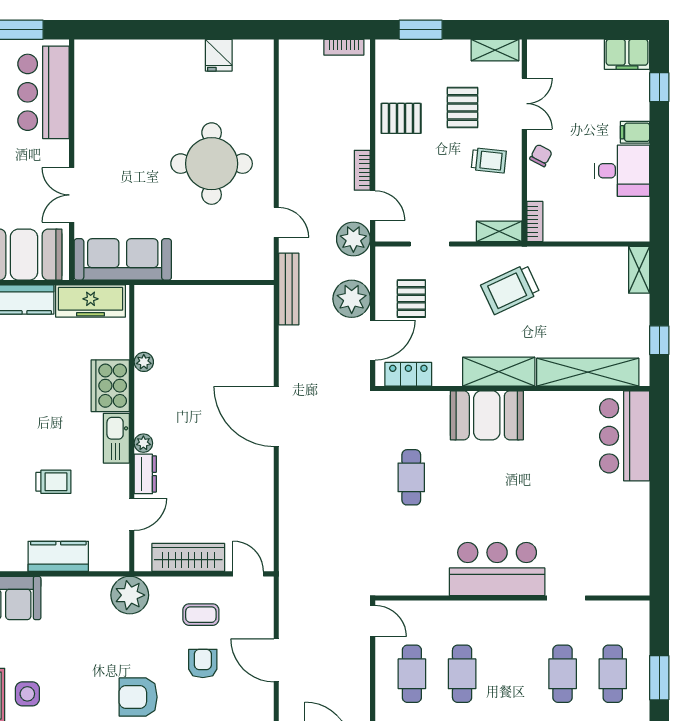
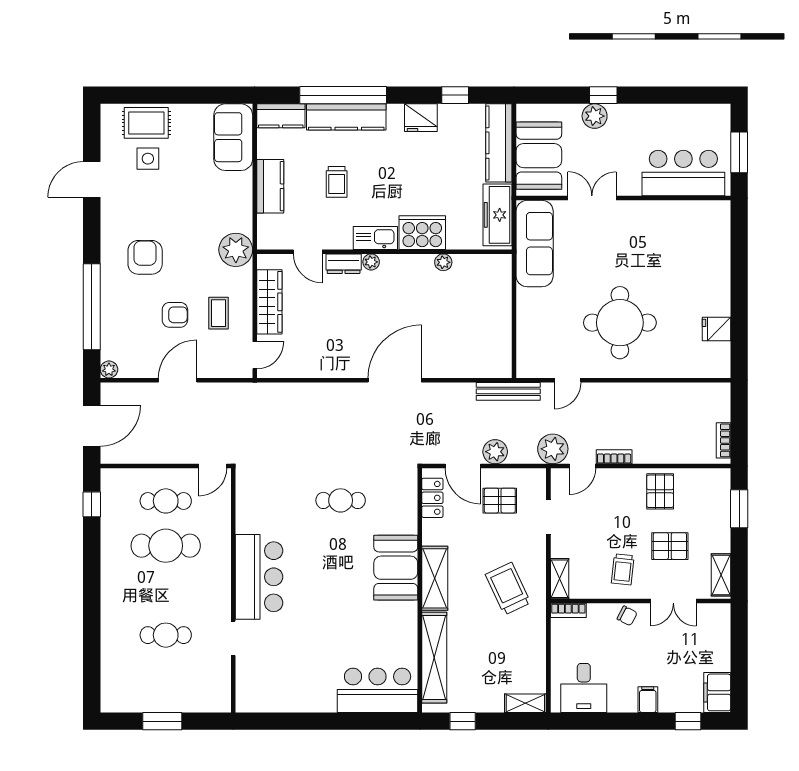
desk: (622, 171) -> (584, 688), moved
plant: (352, 299) -> (495, 452), width x0.73, depth x0.73
cafe table: (462, 674) -> (166, 546), width x1.37, depth x1.35
cafe table: (613, 674) -> (166, 680), removed

